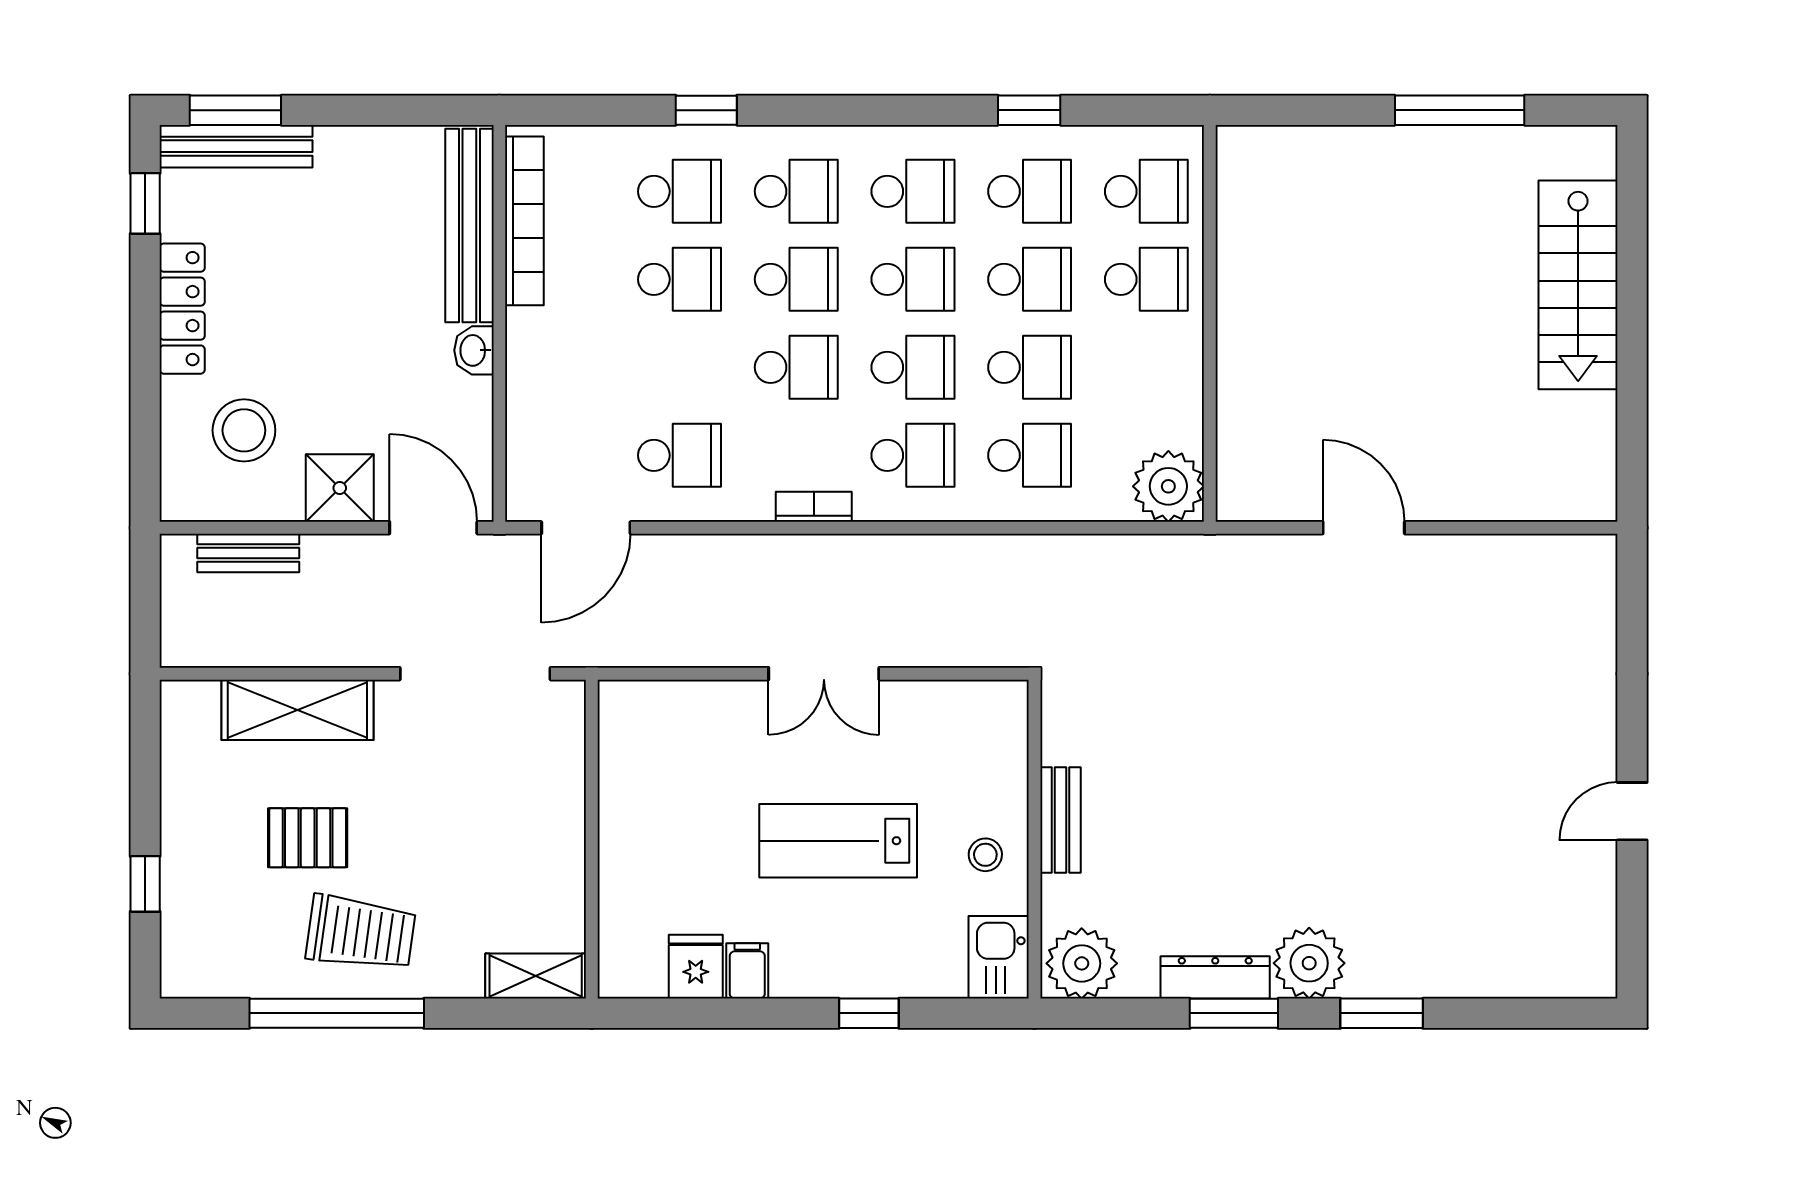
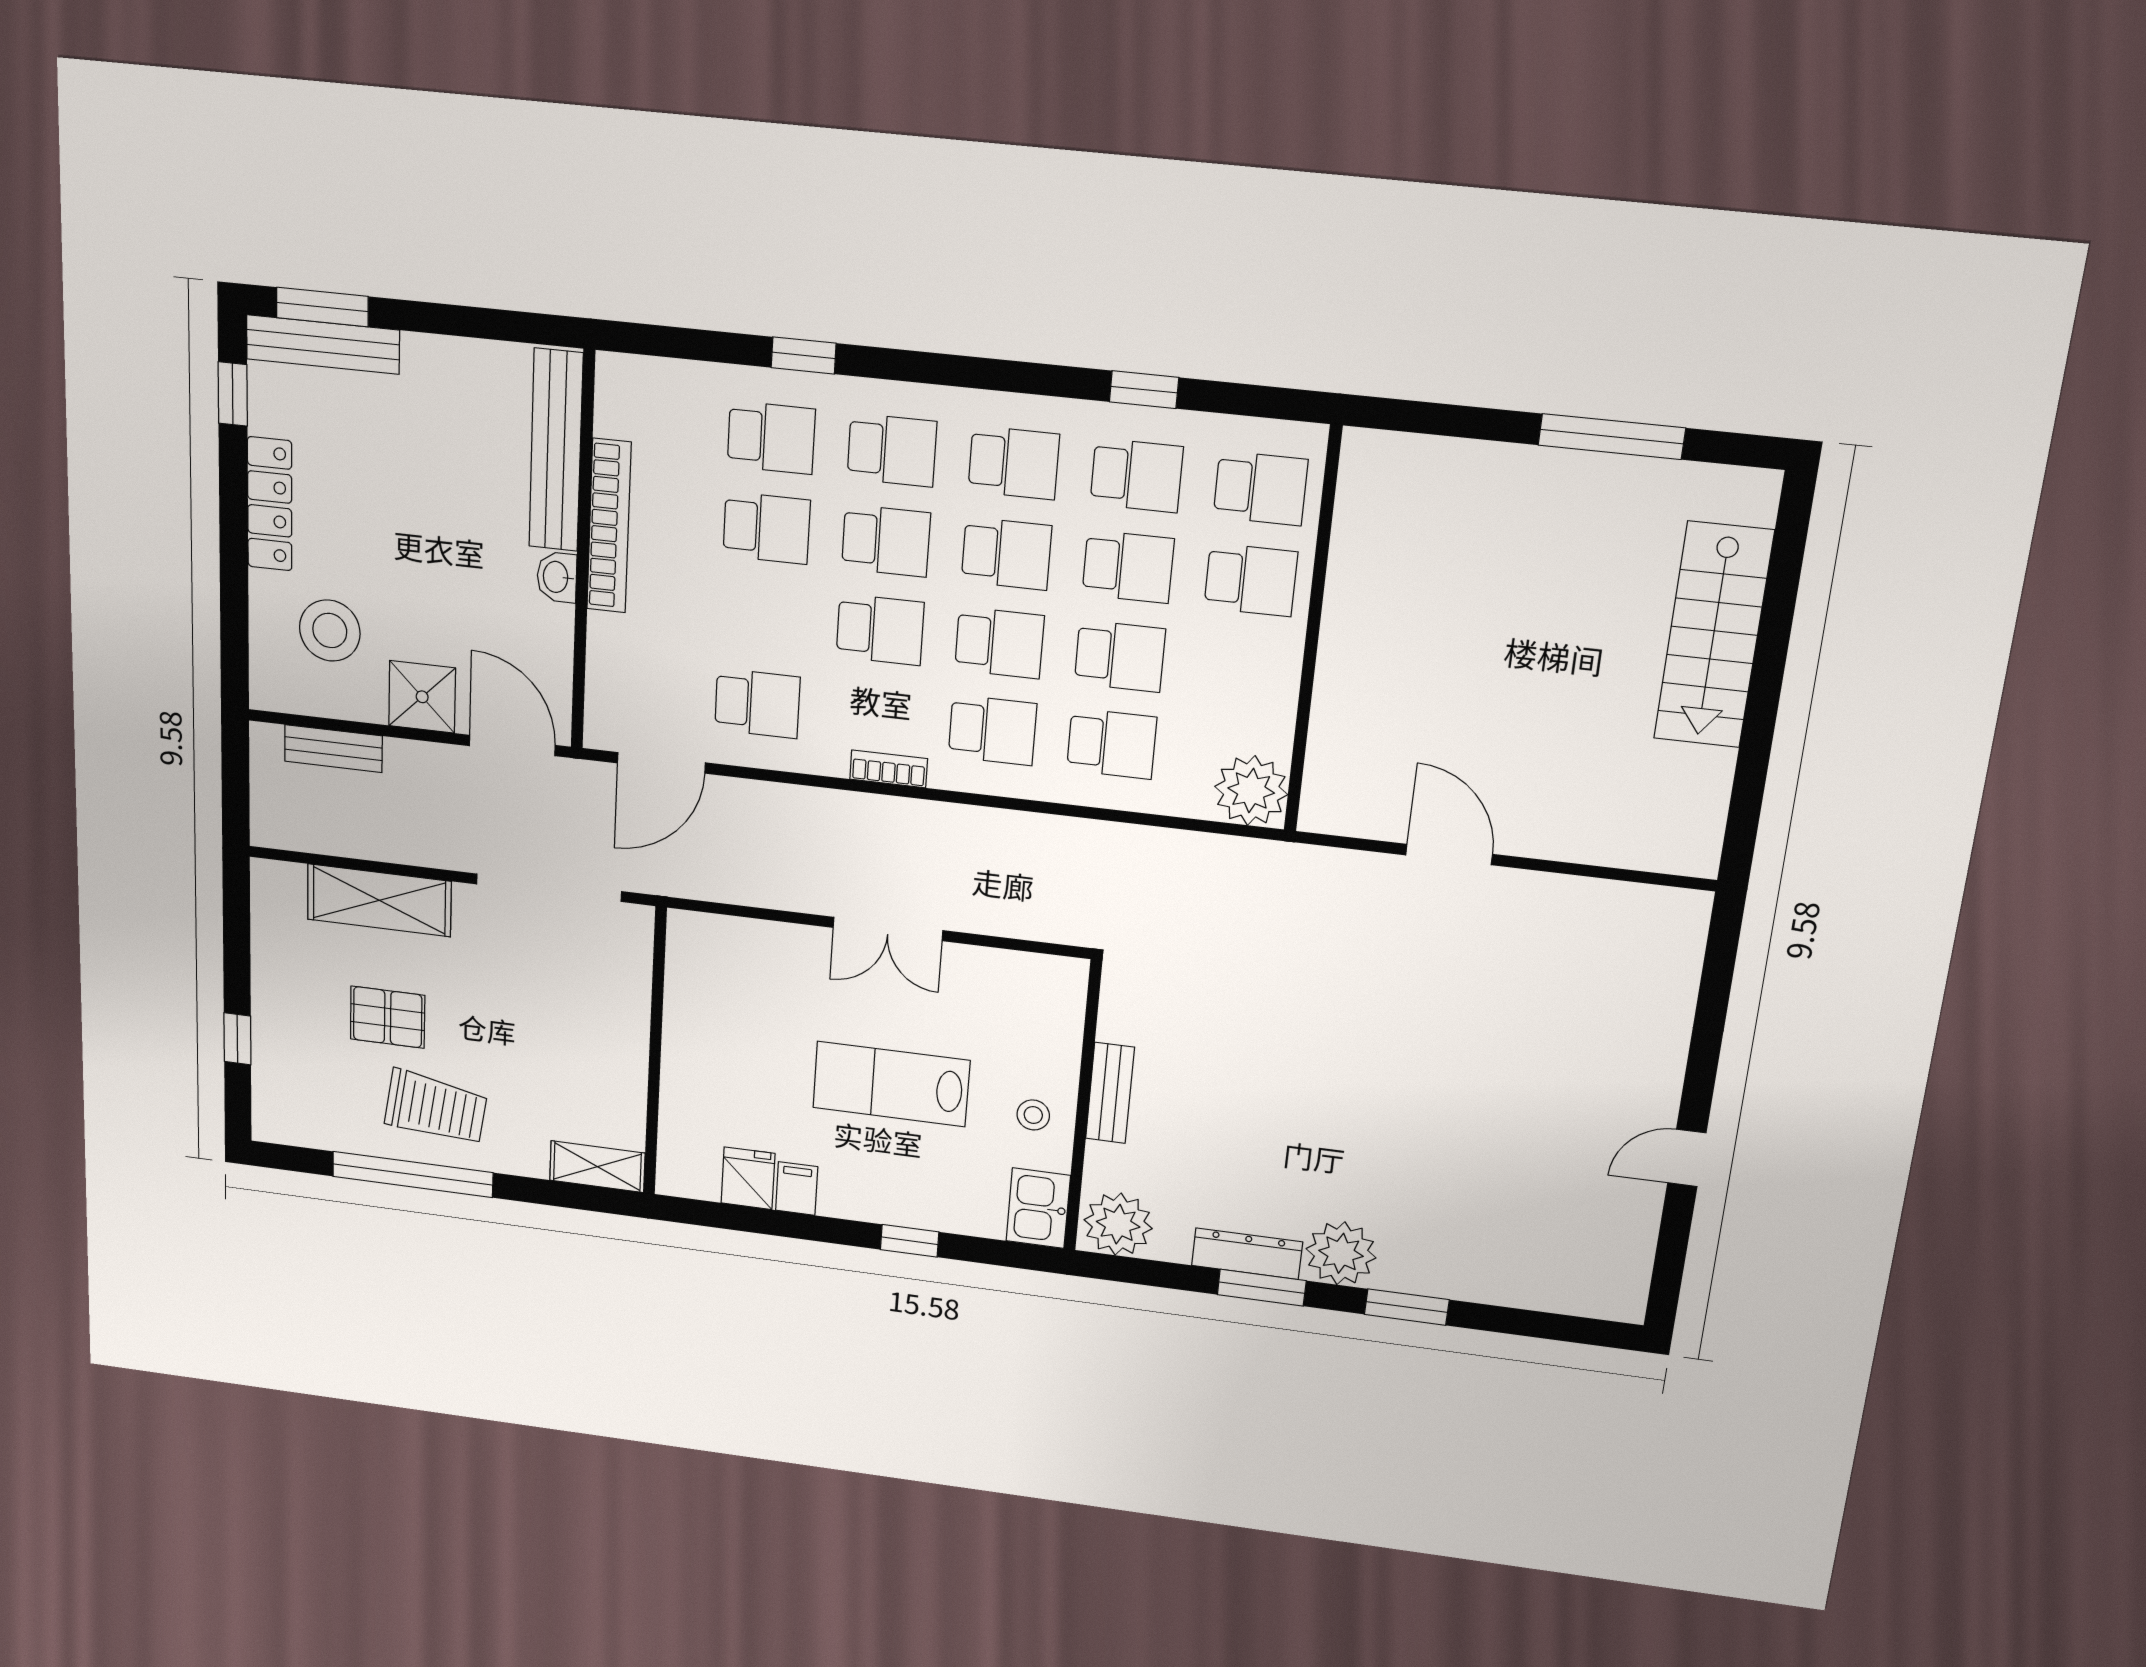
bookcase: (524, 221) -> (609, 526), moved

